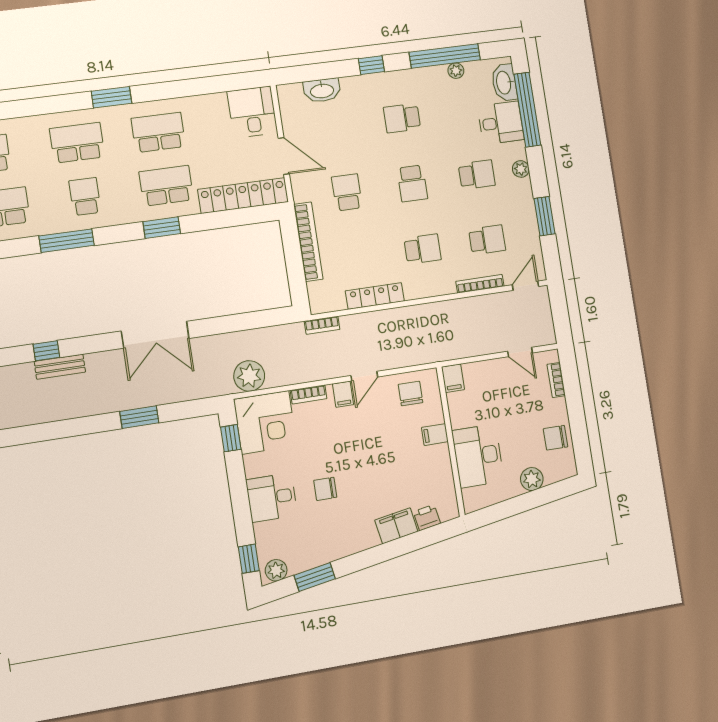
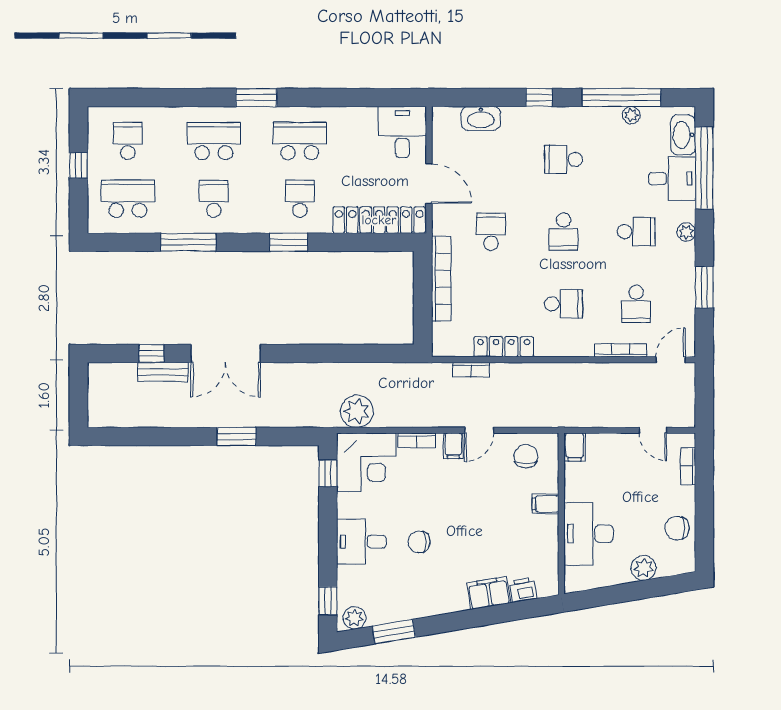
school desk: (166, 186) -> (300, 199), width x0.54
school desk: (487, 240) -> (636, 304), turned 90
bookcase: (322, 325) -> (471, 370), moved
double door: (155, 335) -> (226, 353), moved

